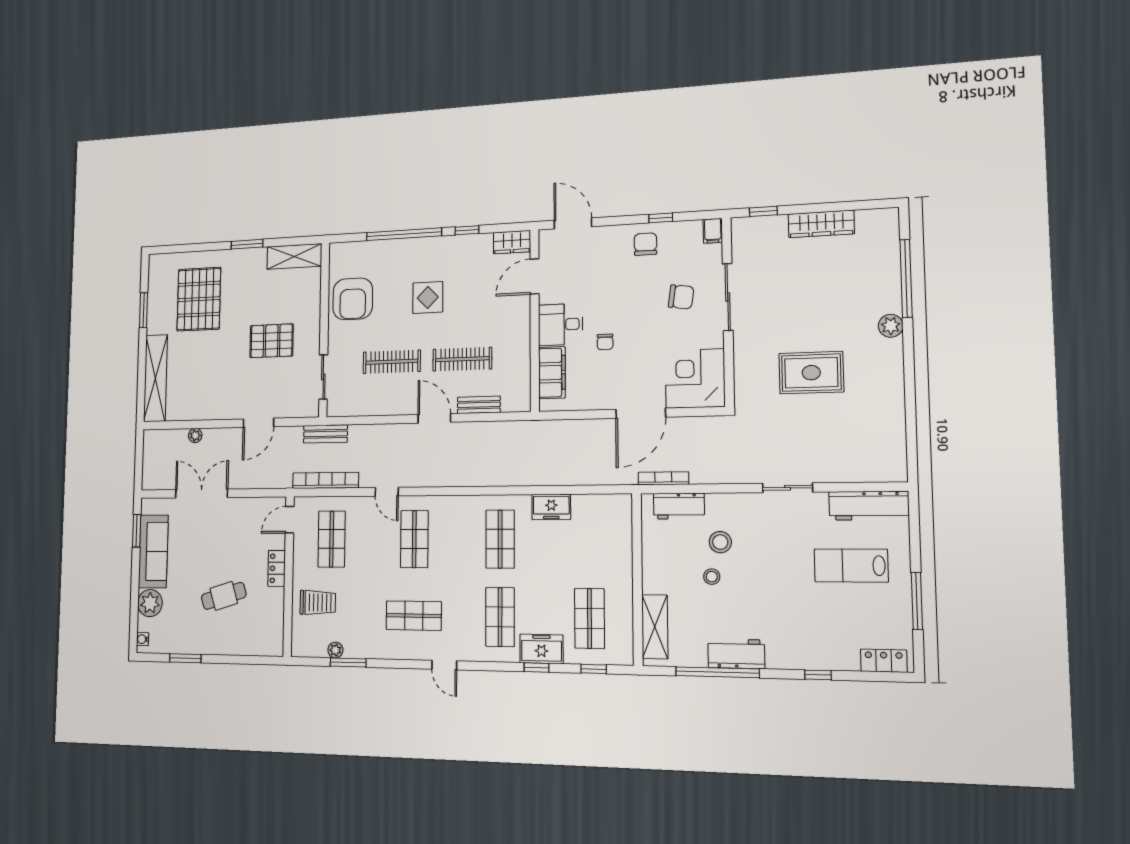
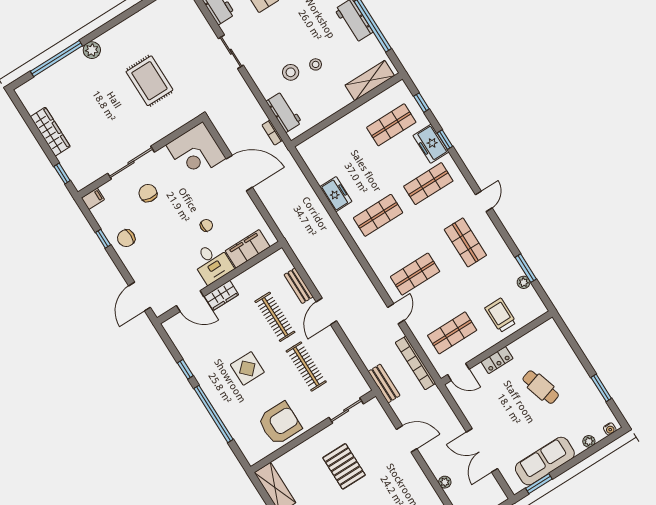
wardrobe: (512, 242) -> (221, 295), moved, turned 90
bookcase: (663, 478) -> (272, 133), width x0.64
plant: (150, 603) -> (589, 441), width x0.53, depth x0.53

